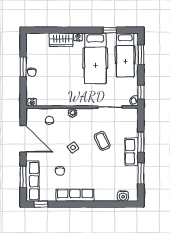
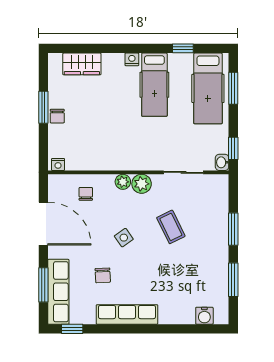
wardrobe: (61, 40) -> (82, 64), moved
hospital bed: (95, 58) -> (154, 85), width x0.73, depth x0.78
plant: (84, 114) -> (142, 184), added
row of seats: (132, 152) -> (218, 244), removed

